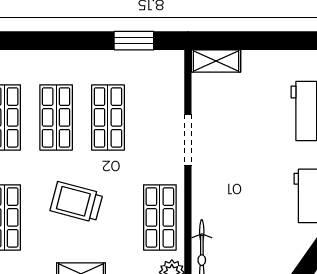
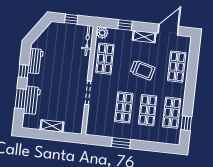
window: (134, 41) -> (121, 143), moved
shelving: (216, 61) -> (52, 126), moved

